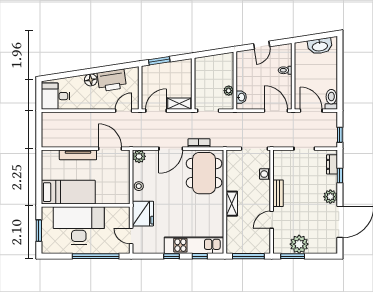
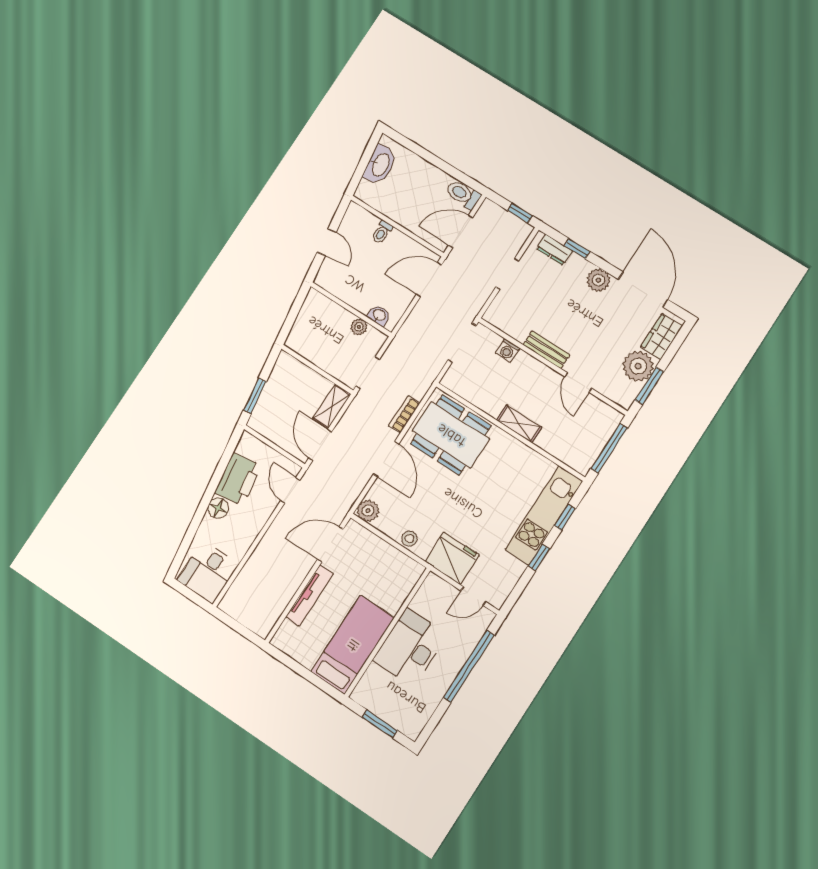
desk: (79, 226) -> (410, 648), width x0.73, depth x0.77
wardrobe: (322, 246) -> (662, 336), added

